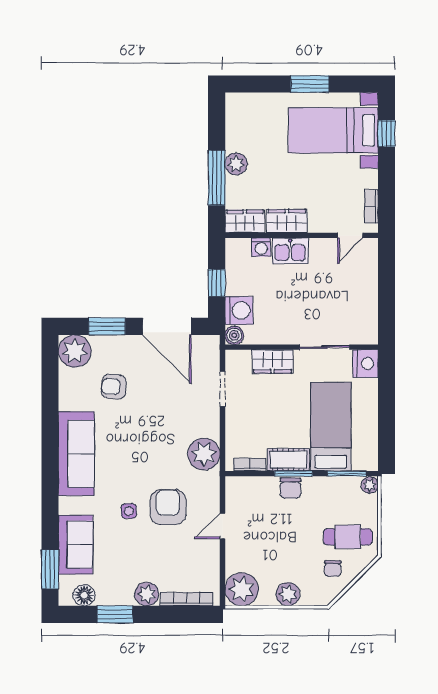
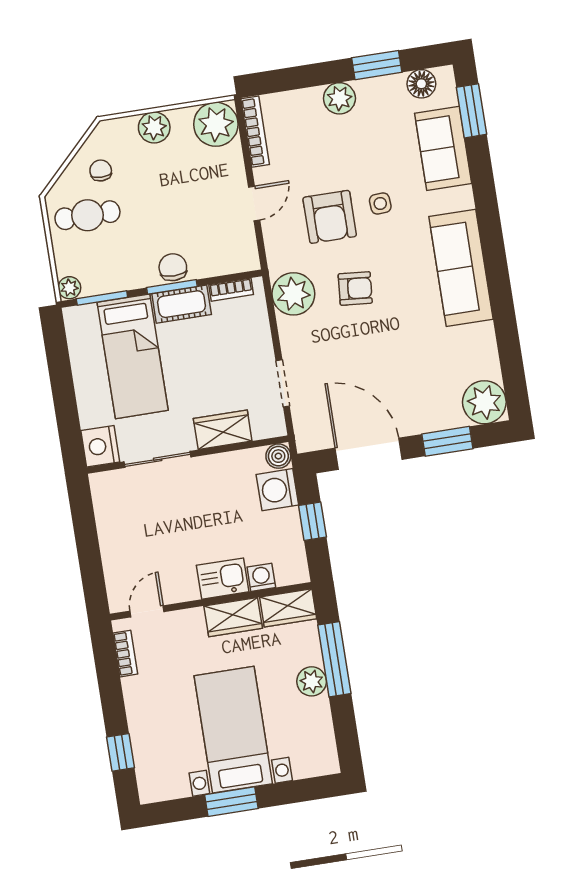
bed with nightstands: (333, 130) -> (233, 730), moved, turned -90
armchair: (114, 387) -> (355, 288), moved
bookcase: (187, 599) -> (255, 132), moved, turned -90

